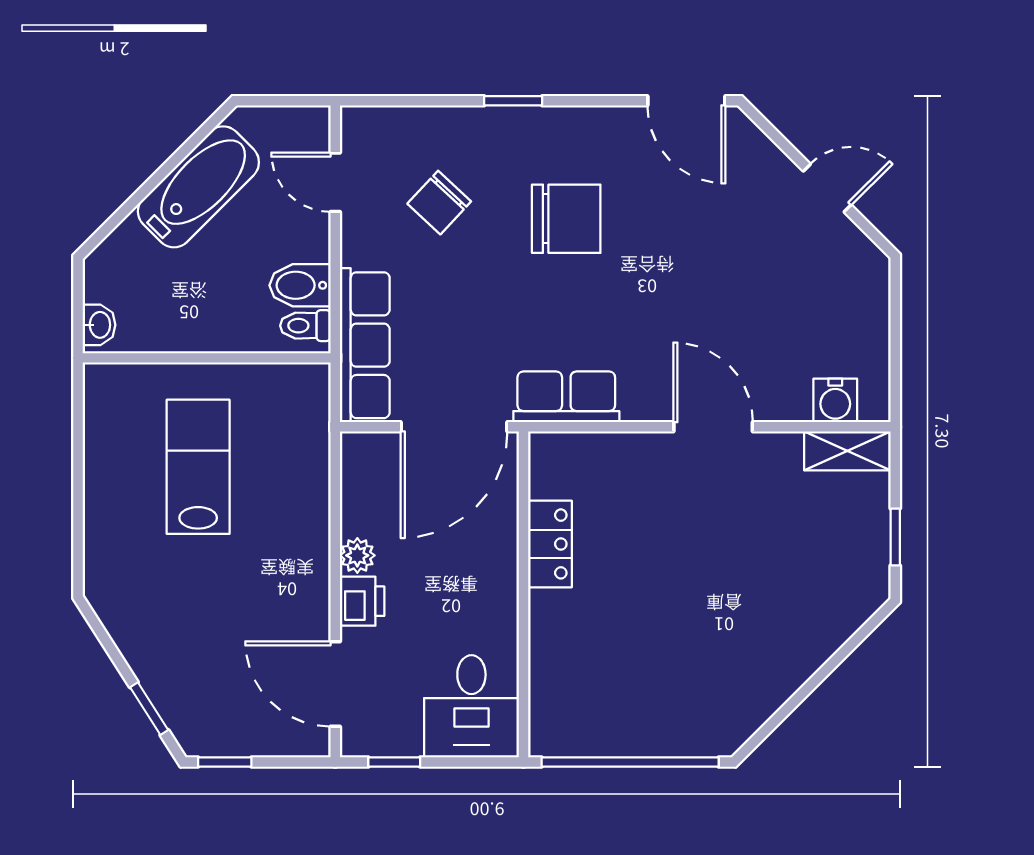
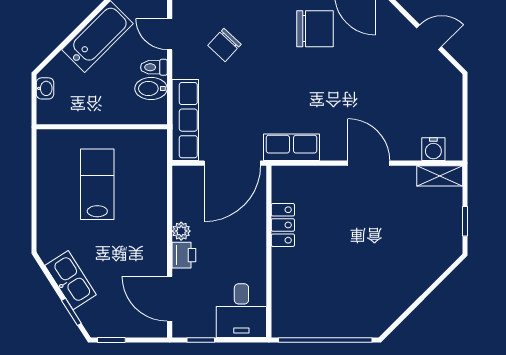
chair: (566, 219) -> (315, 29), moved
washbasin: (99, 325) -> (45, 88), moved
toilet: (305, 326) -> (154, 67), moved
kitchen sink: (147, 648) -> (71, 280), added

